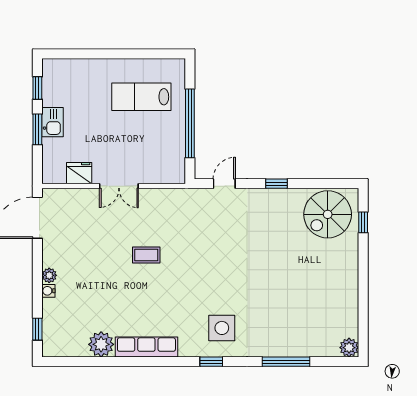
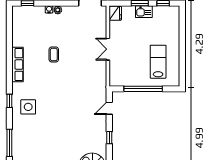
fridge: (79, 173) -> (115, 13), moved
door: (224, 184) -> (109, 108), swing flipped
coffee table: (146, 255) -> (54, 54), moved
plant: (101, 344) -> (19, 39), removed

